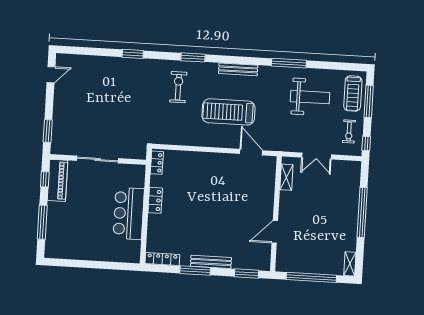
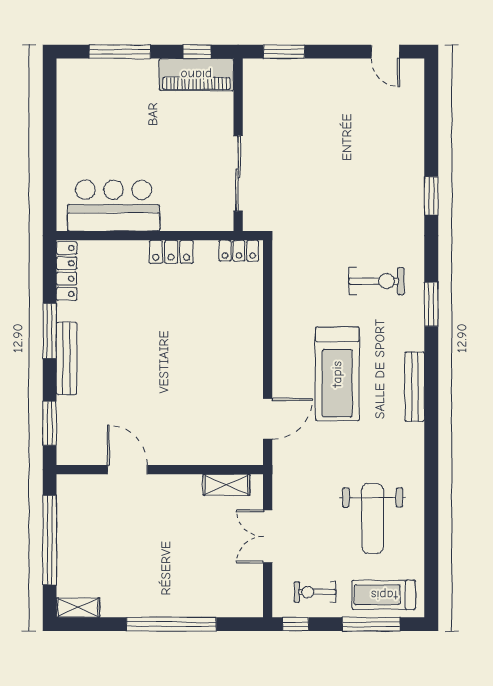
window: (289, 63) -> (431, 477), removed
treadmill: (228, 112) -> (337, 374), turned 180
sliding door: (98, 160) -> (238, 173), moved
bar counter: (129, 213) -> (114, 206), moved

